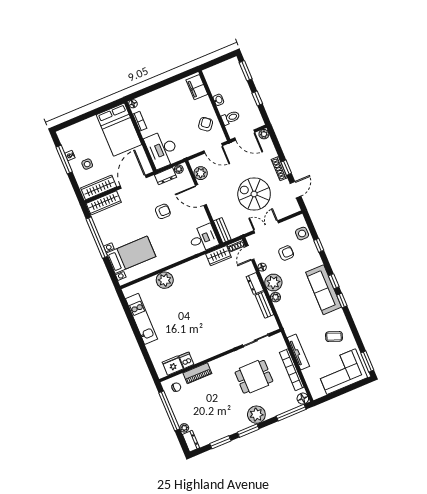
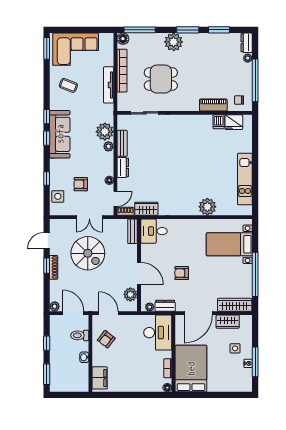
wardrobe: (99, 187) -> (228, 322), width x0.67
plant: (273, 282) -> (105, 132), moved

